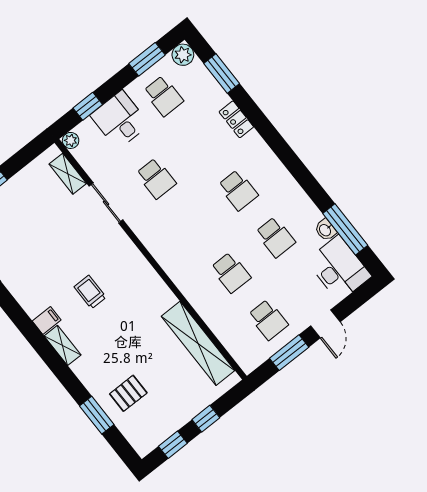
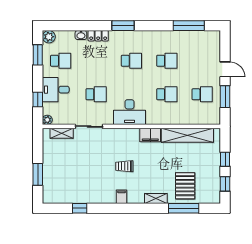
window: (222, 73) -> (123, 26), moved
washbasin: (325, 230) -> (81, 35), moved
desk: (339, 268) -> (129, 112), moved, turned 180
filing cabinet: (159, 294) -> (150, 135), added
shelving: (63, 345) -> (156, 198), moved
pallet: (128, 393) -> (185, 186), width x1.50, depth x1.42
window: (97, 415) -> (184, 208), width x1.44

